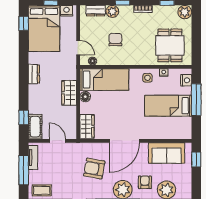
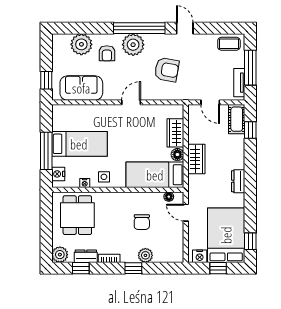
dresser: (96, 11) -> (86, 256), moved
wardrobe: (87, 126) -> (175, 133), moved
door: (124, 141) -> (131, 102), width x0.53

